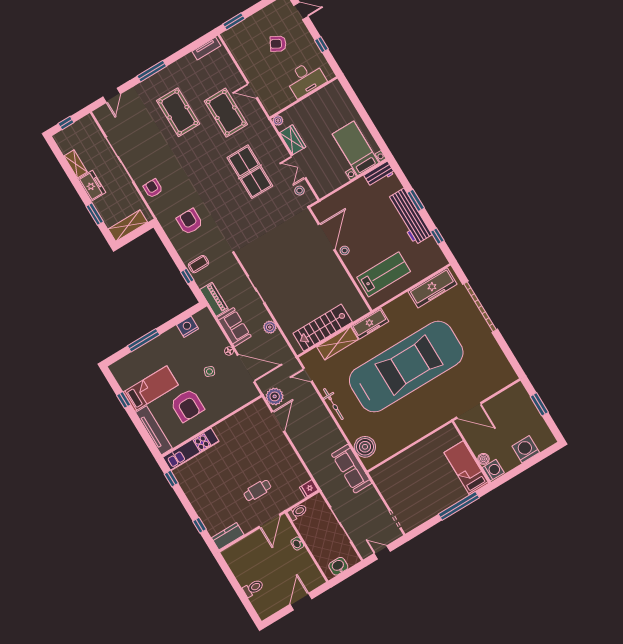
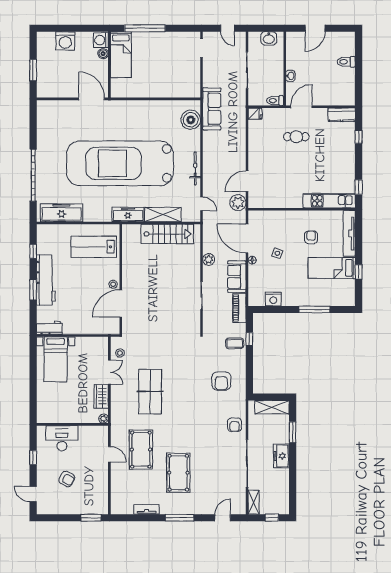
tv unit: (206, 49) -> (147, 509), moved
shelving: (76, 164) -> (254, 502), moved
armchair: (187, 405) -> (311, 237), width x0.53, depth x0.53

